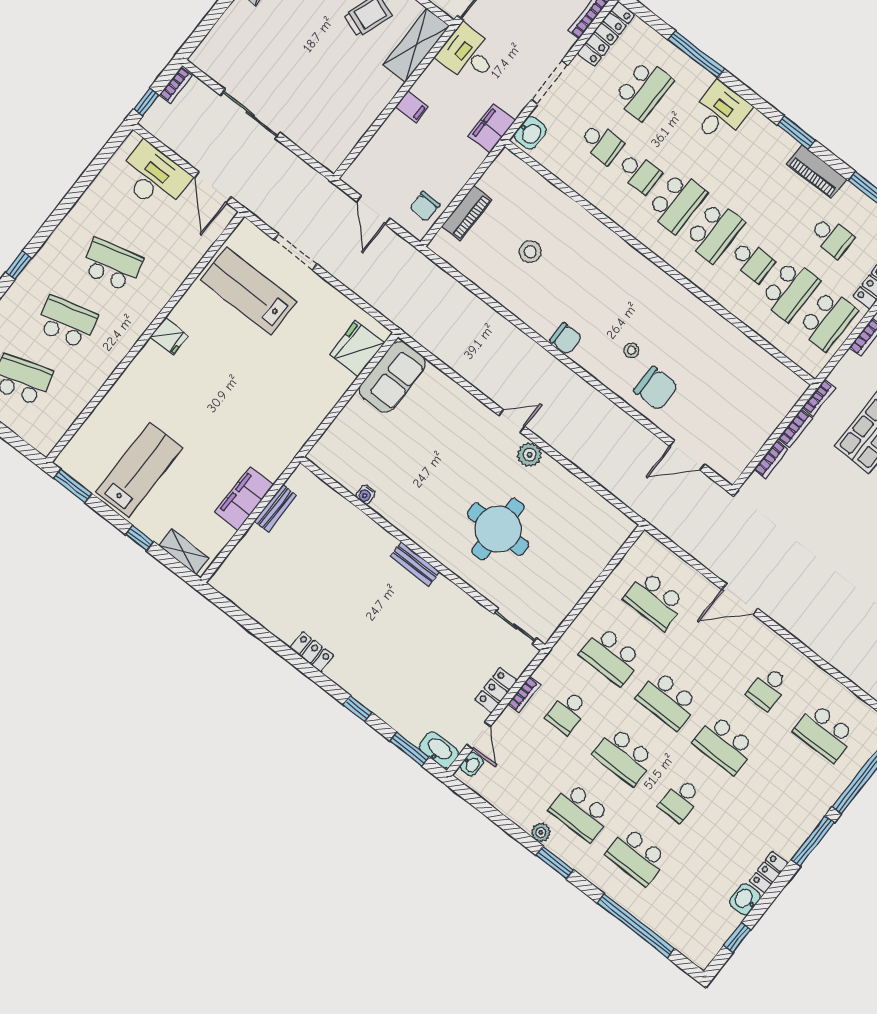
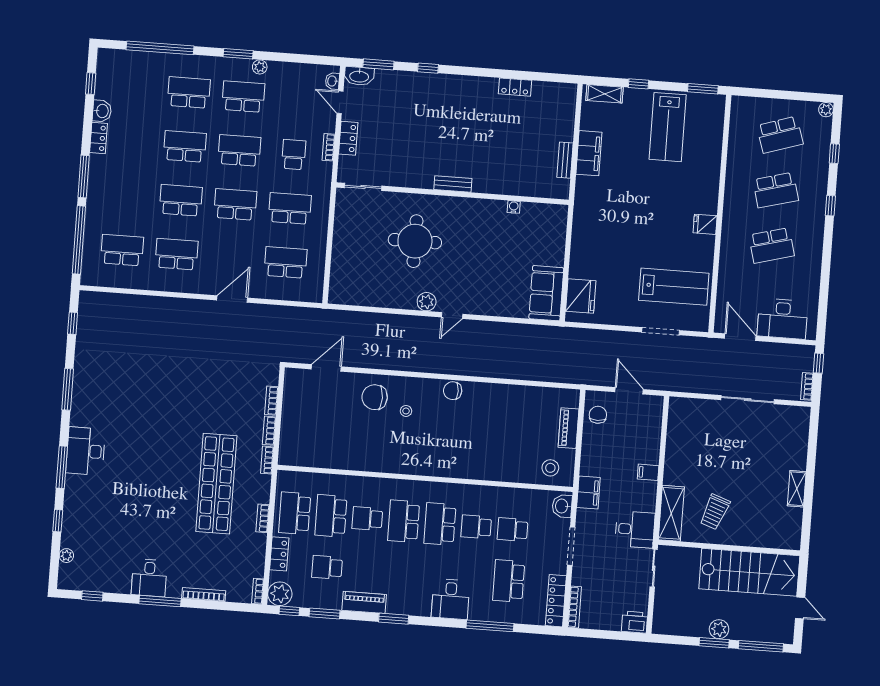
stool: (530, 252) -> (550, 468), moved
locker: (312, 652) -> (515, 87), moved
school desk: (768, 689) -> (177, 254), width x1.85
school desk: (680, 800) -> (185, 146), width x1.85

